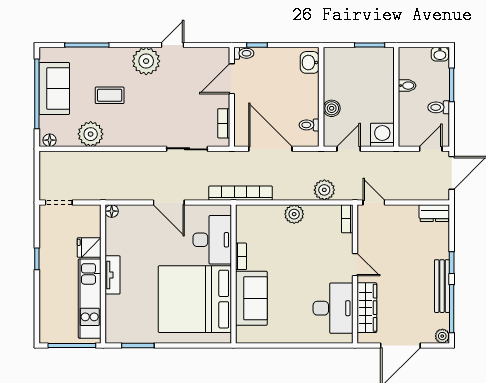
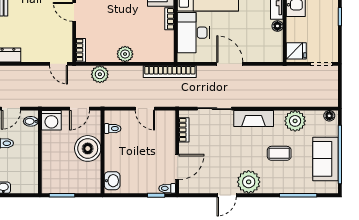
bidet: (407, 86) -> (31, 121), moved
boiler: (332, 108) -> (88, 148), width x1.86, depth x1.86
fireplace: (140, 137) -> (254, 119), added
door: (270, 149) -> (145, 109), width x0.53
floor lamp: (112, 211) -> (277, 26), moved
fridge: (89, 247) -> (296, 51), moved

